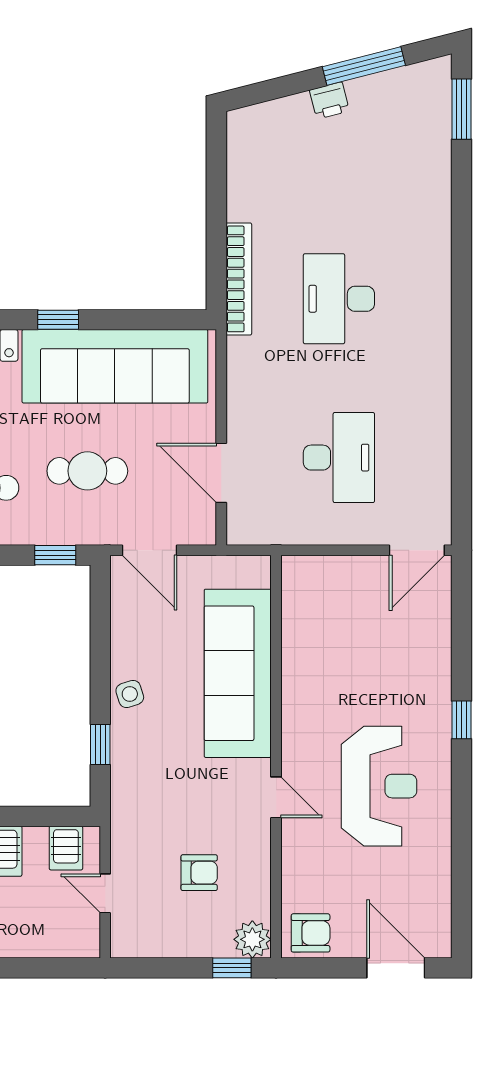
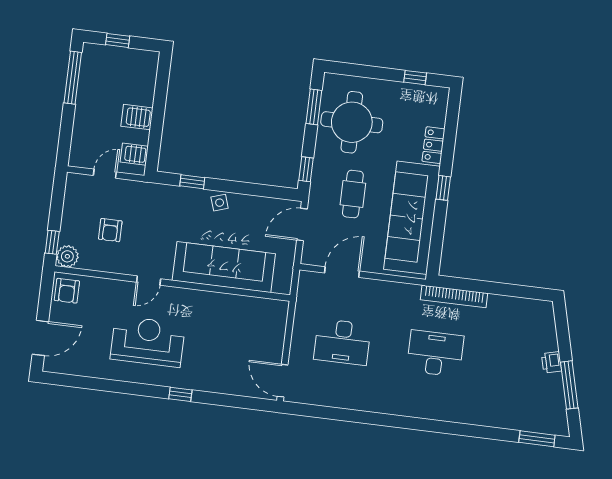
reception desk: (379, 786) -> (148, 341), turned 180

